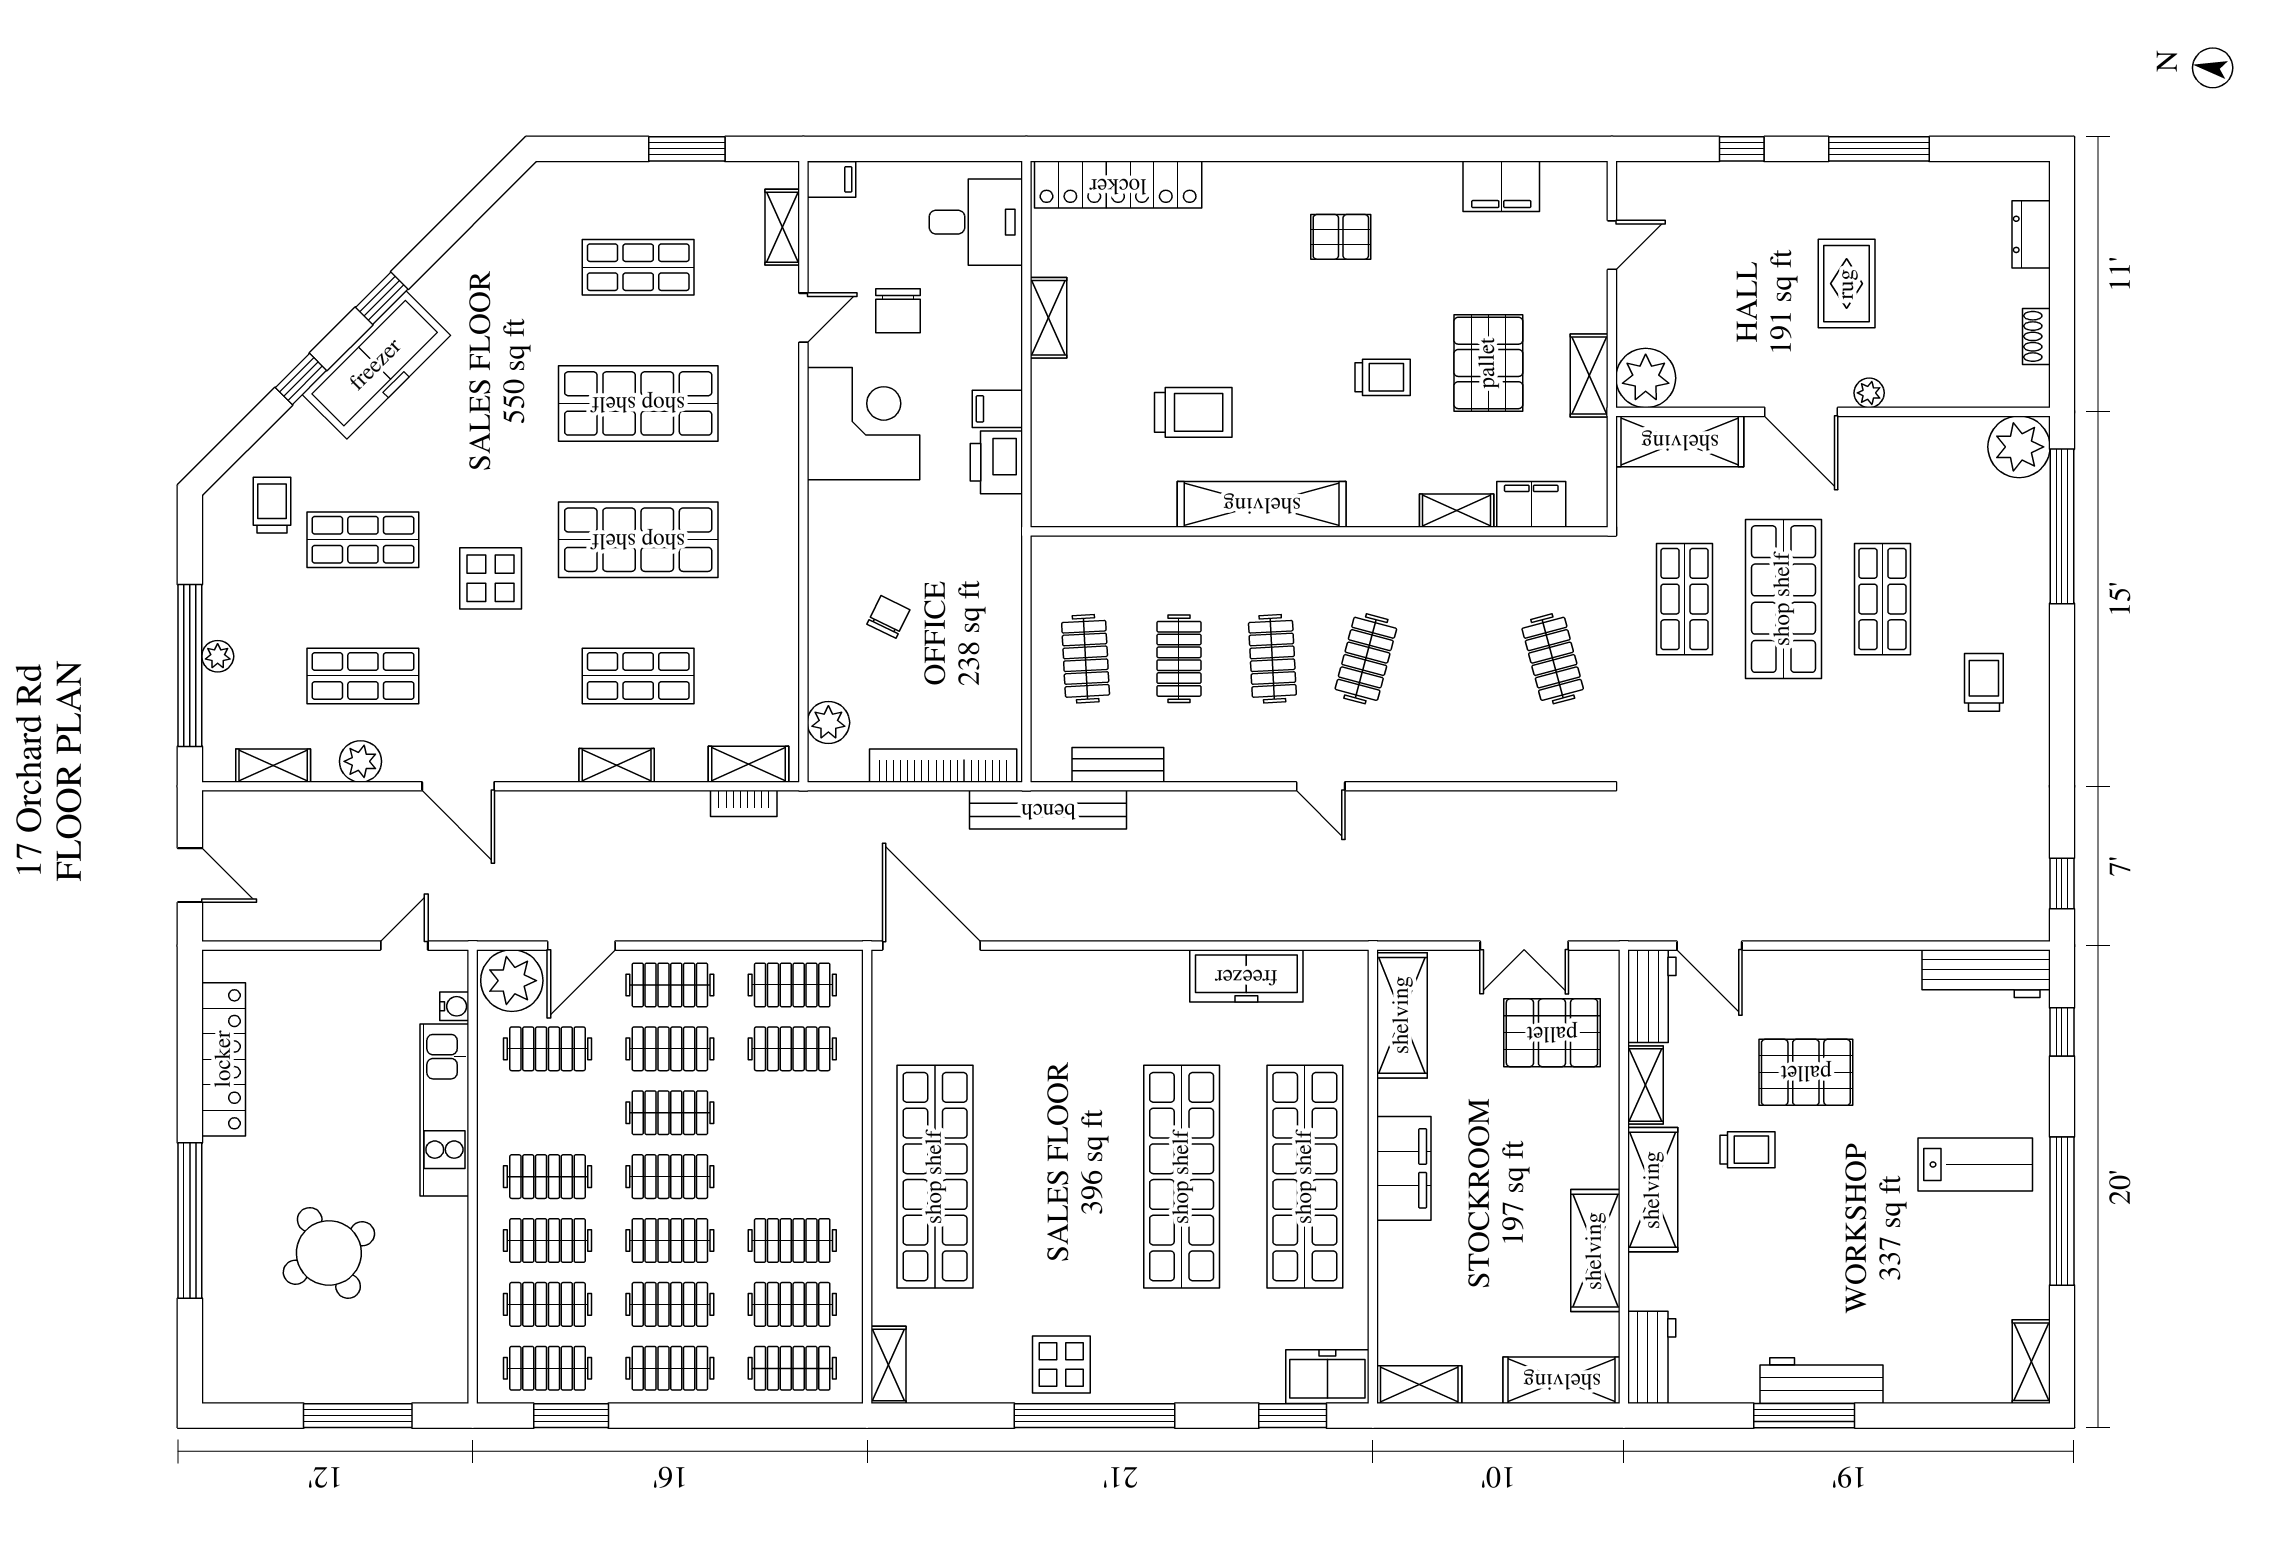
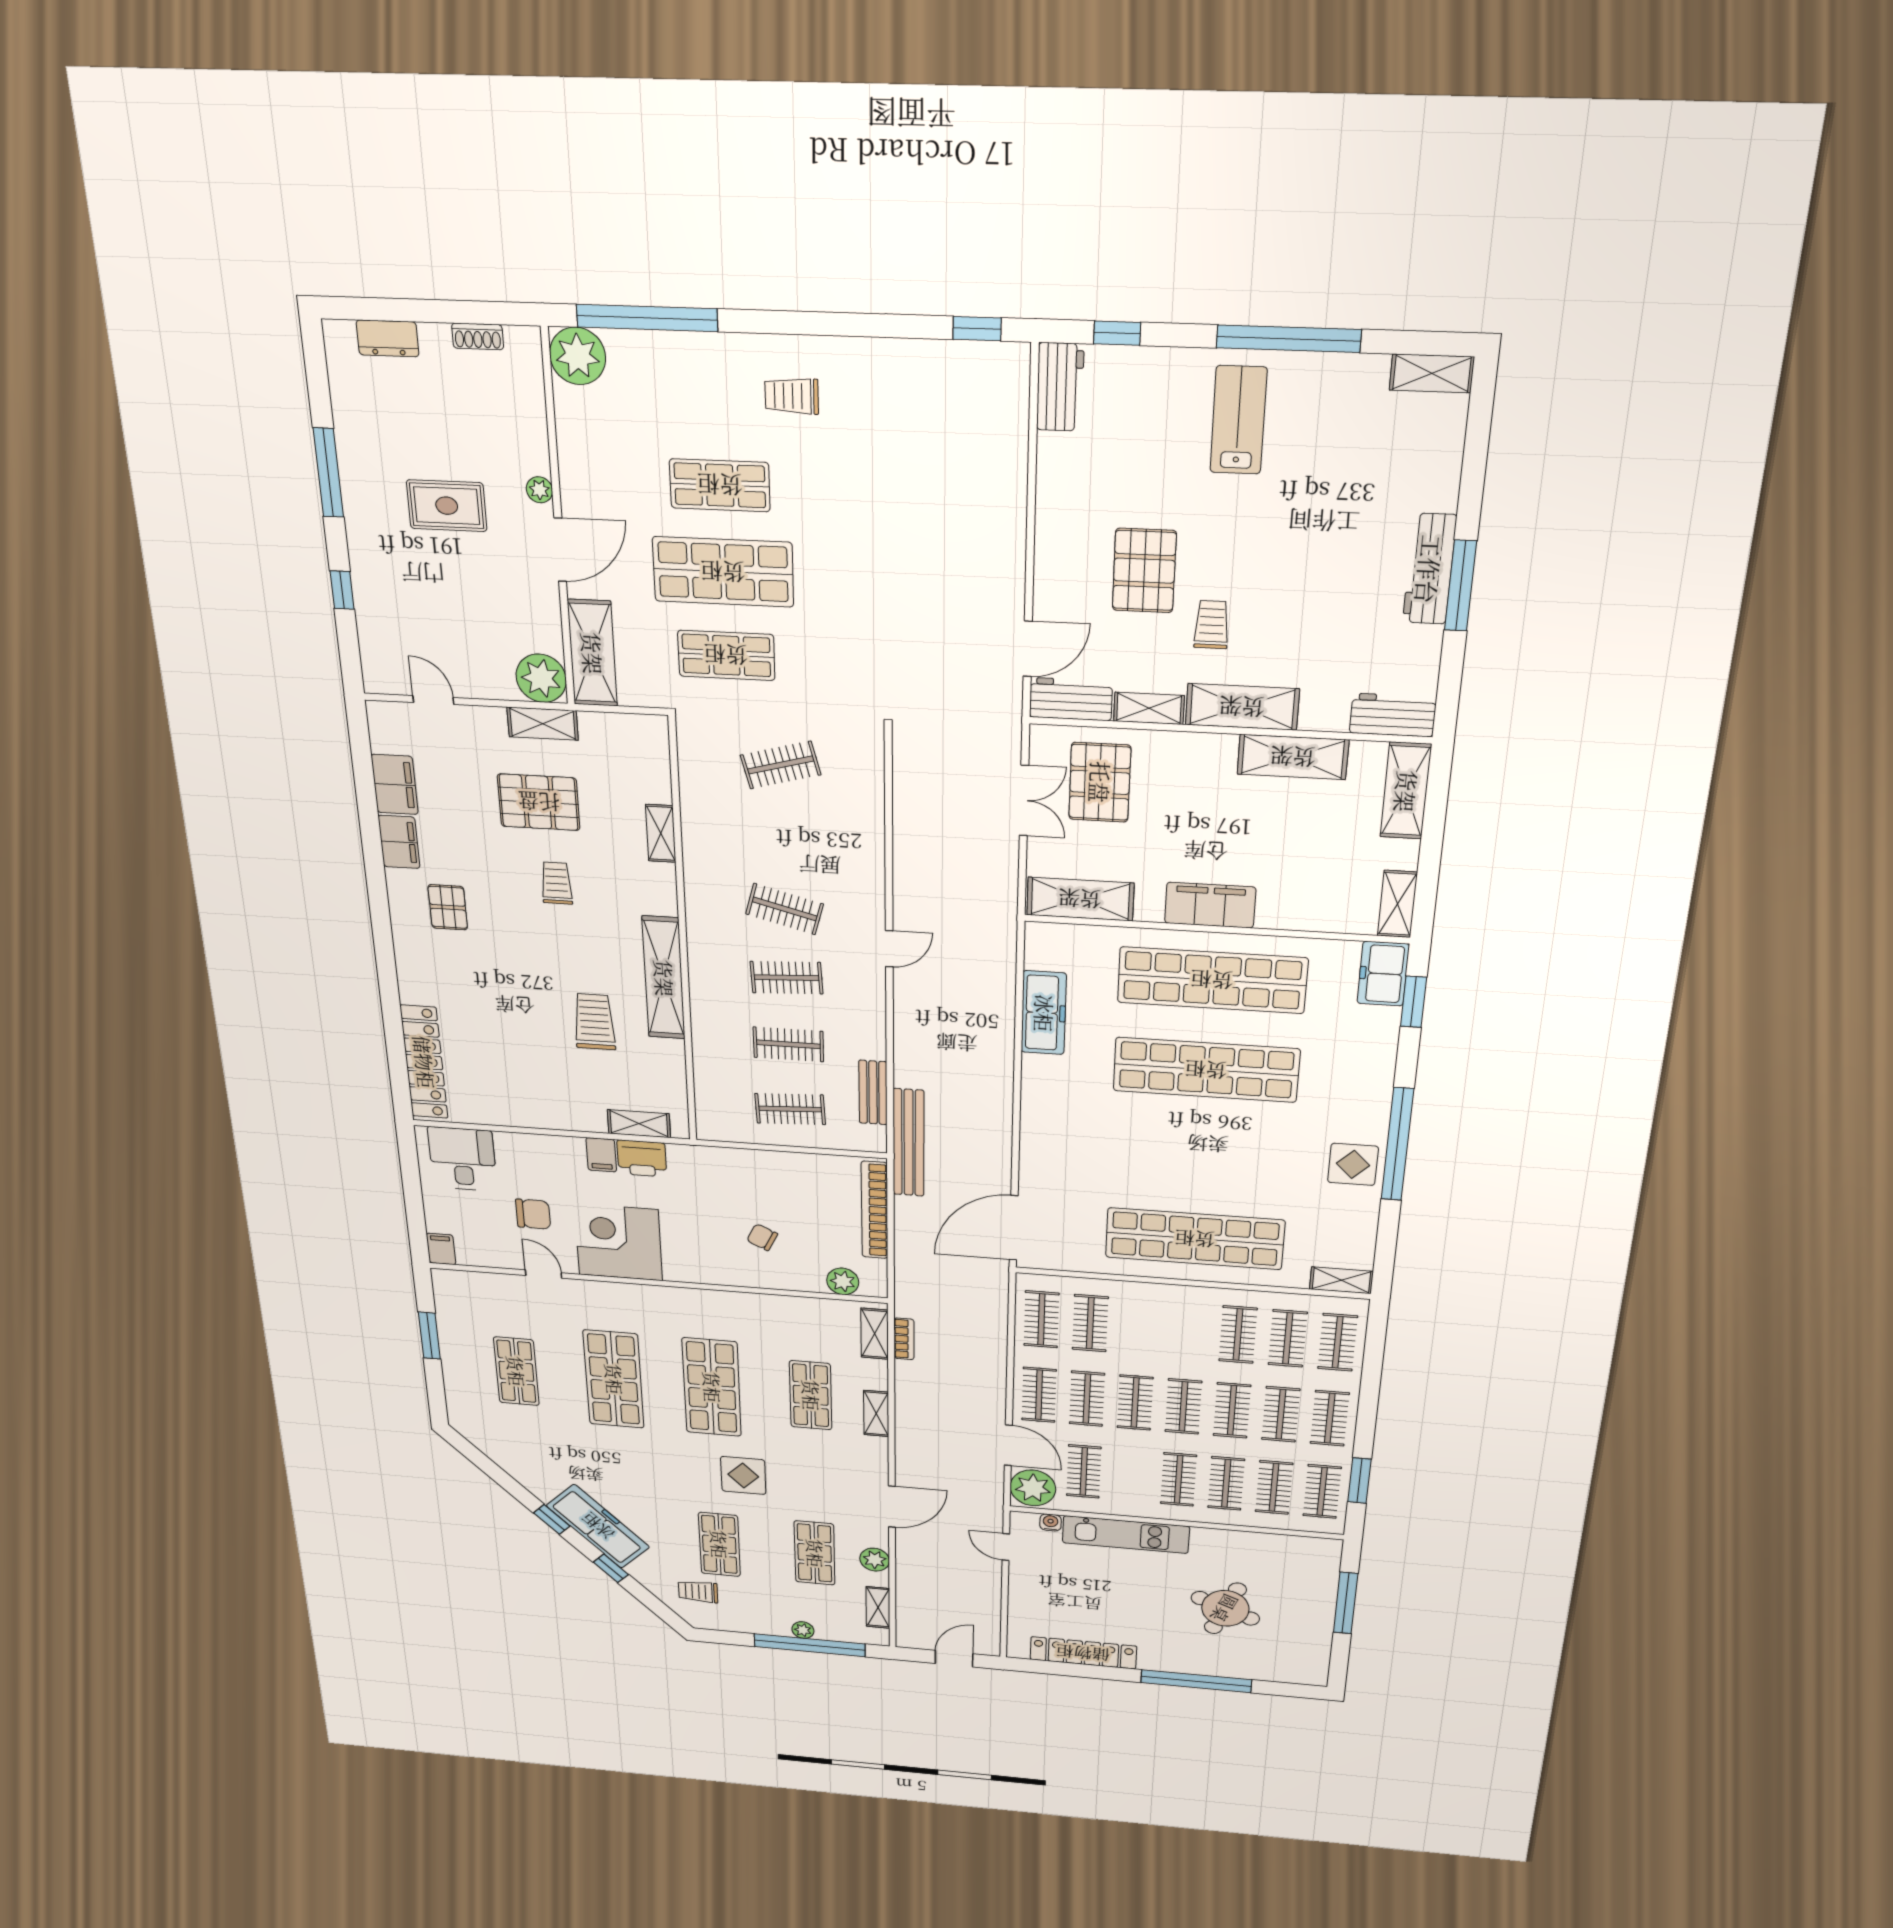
shelving: (782, 227) -> (479, 1282), removed
shelving: (1048, 318) -> (639, 1124), moved
filing cabinet: (1531, 504) -> (399, 842), moved, turned 180
workbench: (1986, 974) -> (1060, 387), width x0.73
round table: (329, 1253) -> (1225, 1608), turned -38

